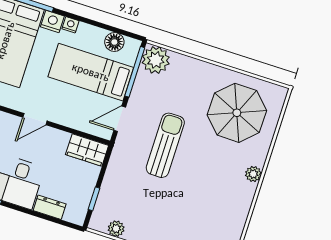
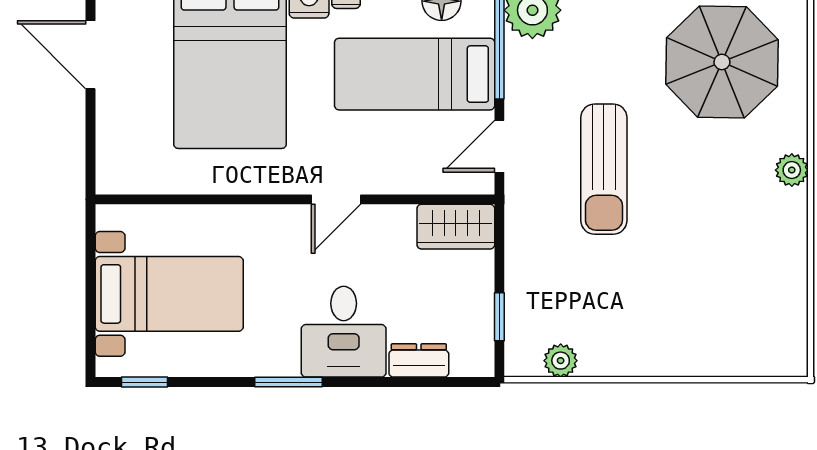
sun lounger: (165, 145) -> (604, 169), turned 180

